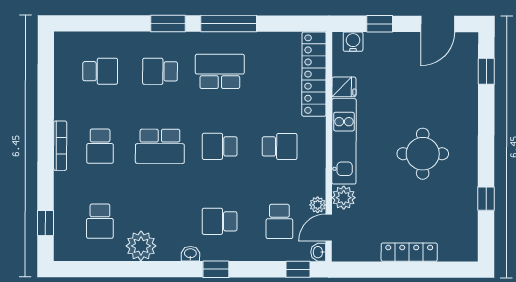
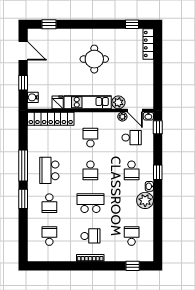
school desk: (160, 146) -> (90, 203), turned -90
window: (486, 199) -> (132, 24), moved
school desk: (100, 221) -> (132, 236), turned -90
plant: (141, 246) -> (145, 200), moved
locker: (409, 252) -> (148, 44), moved

